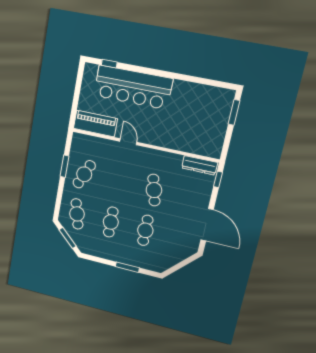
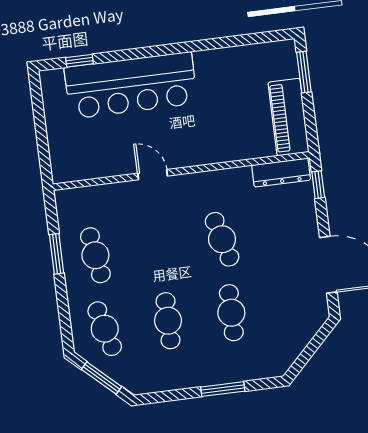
piano: (95, 124) -> (289, 117), moved, turned -90
cafe table: (84, 174) -> (95, 255), turned -33

